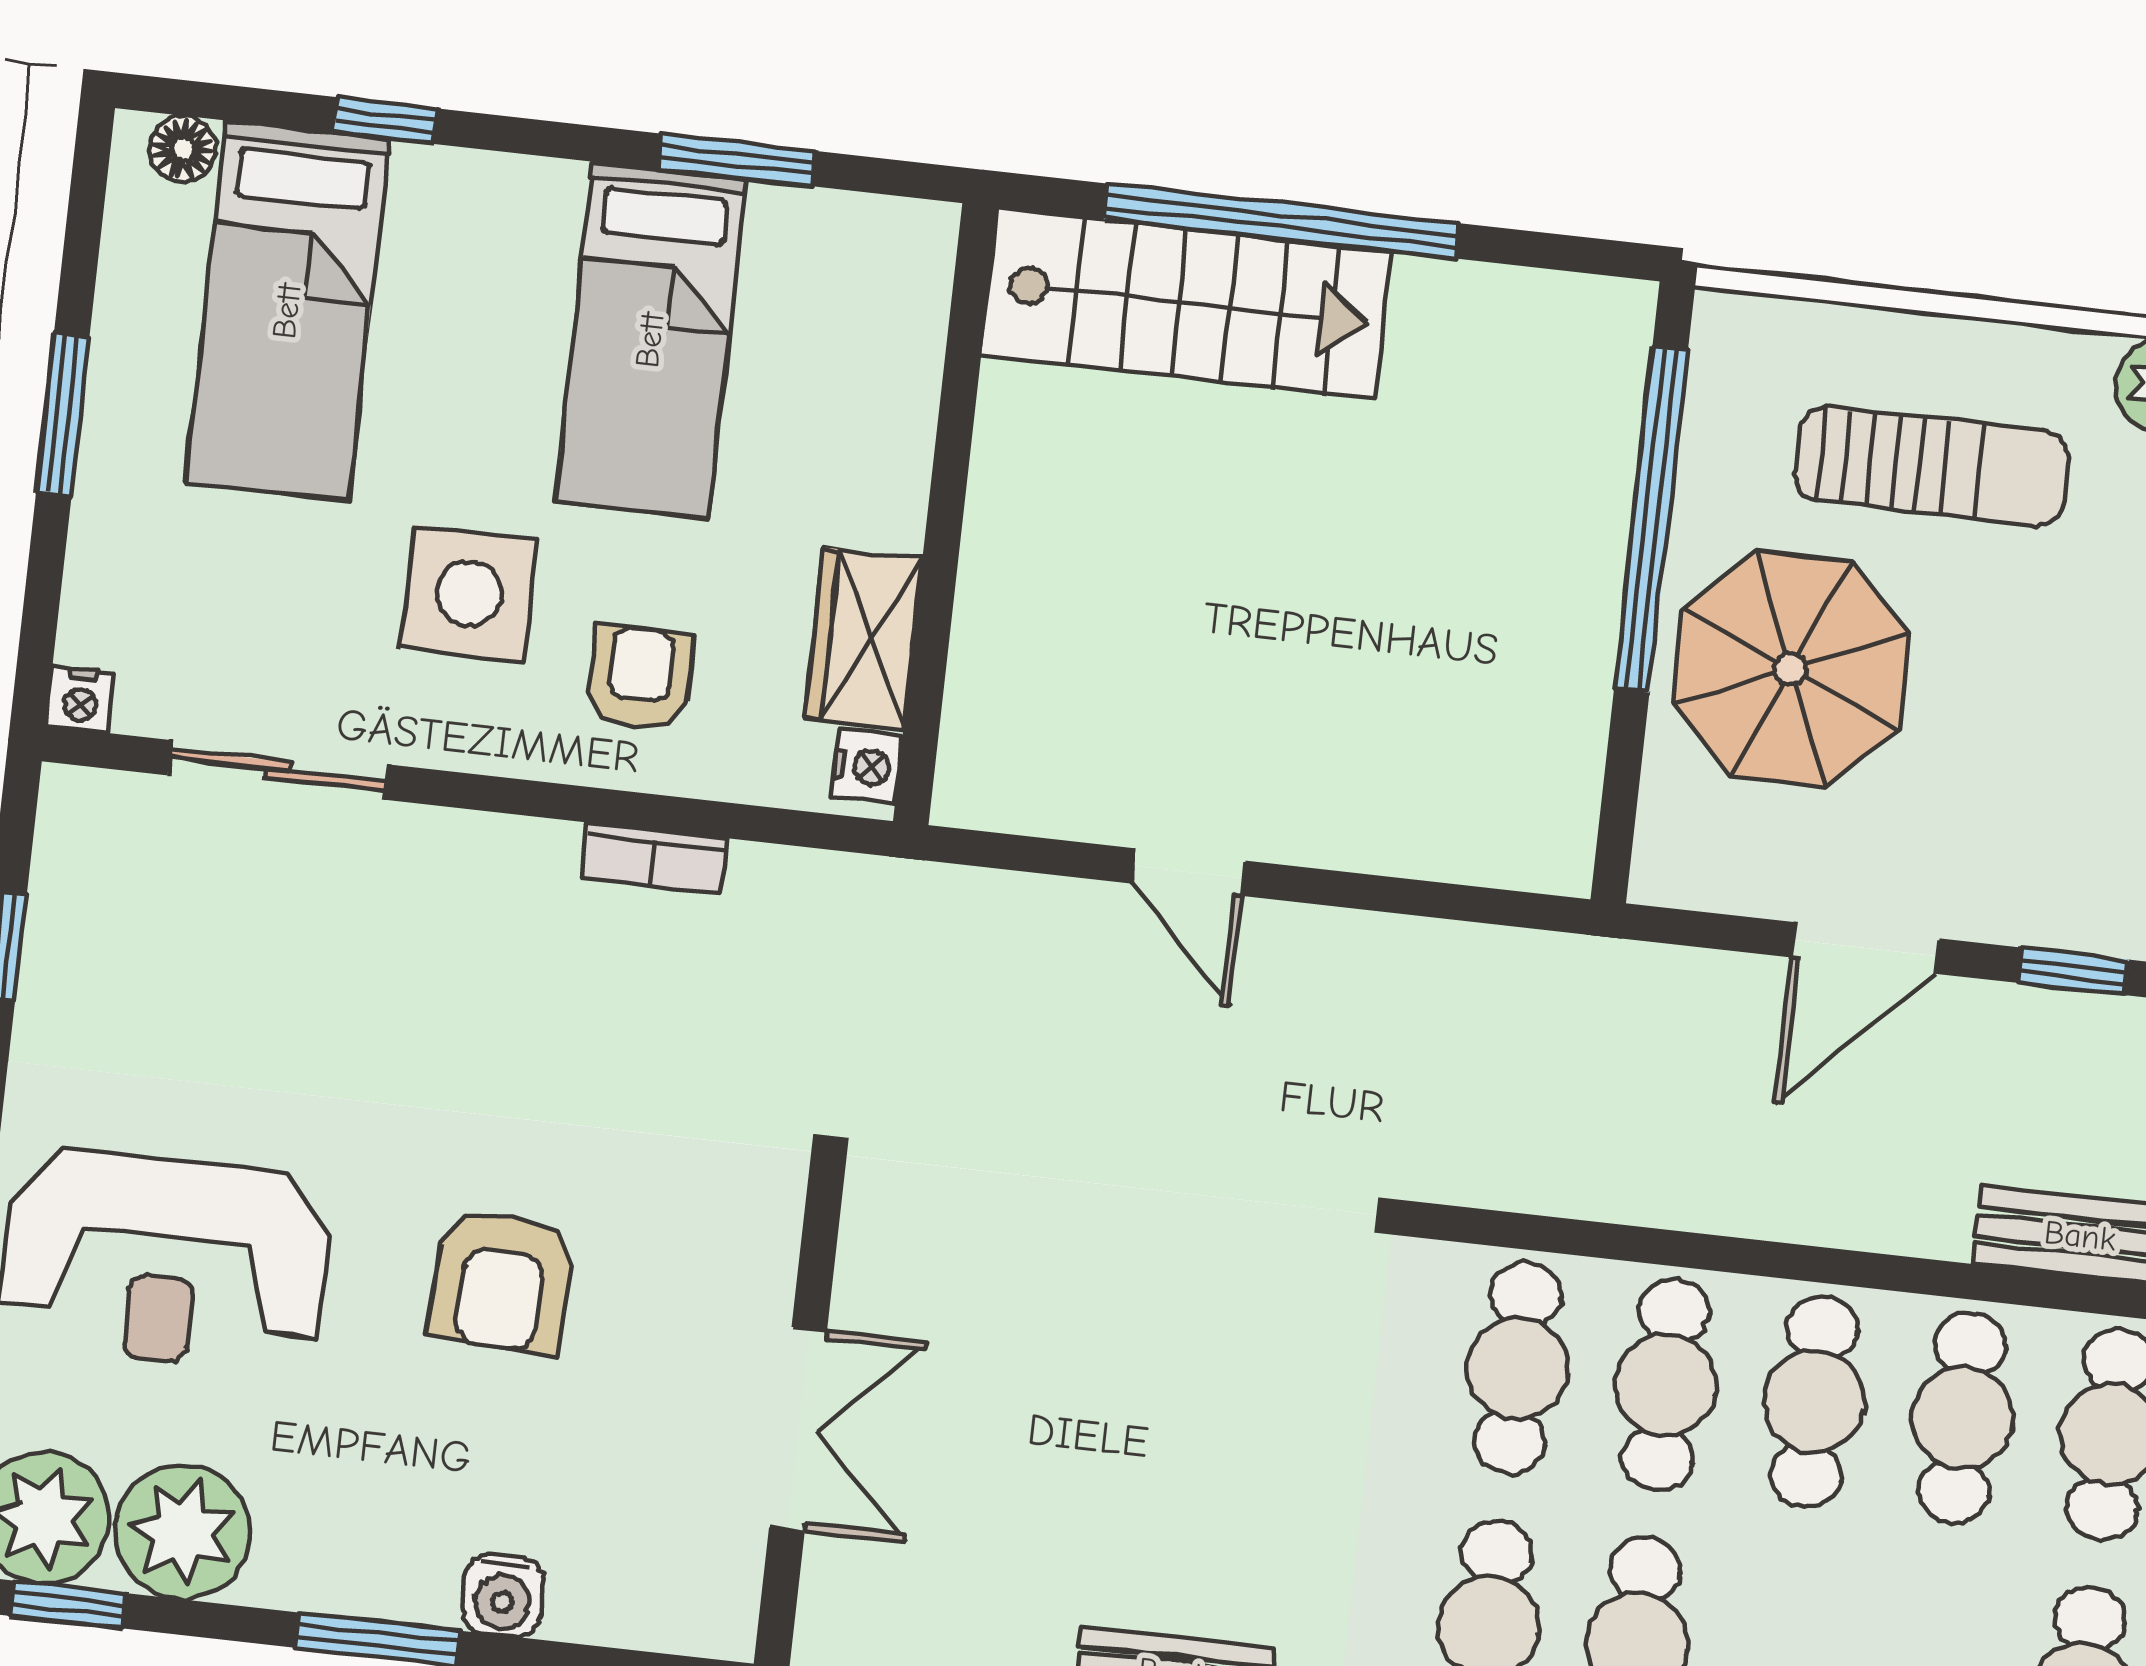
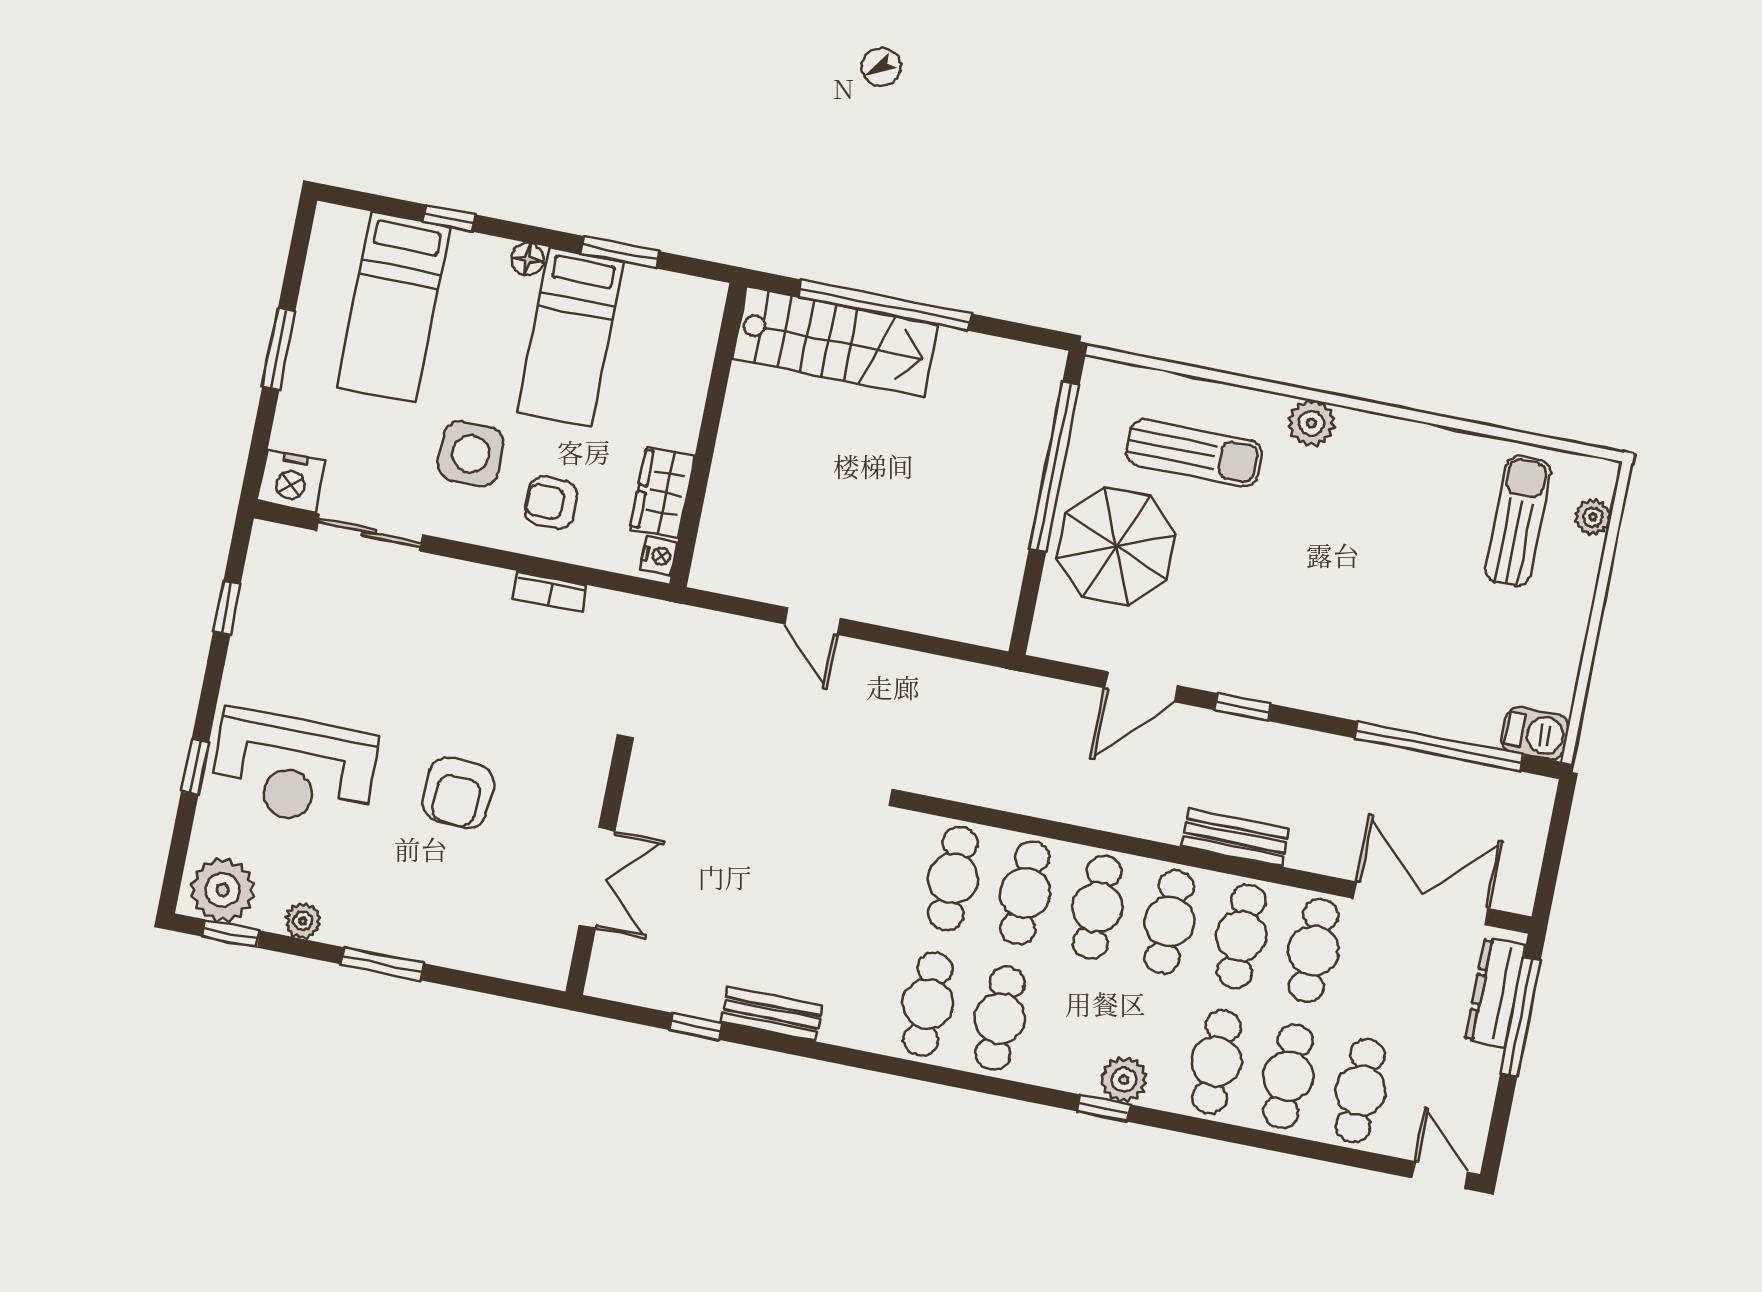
floor lamp: (183, 149) -> (527, 259), moved
armchair: (640, 678) -> (551, 503), turned -90
nightstand: (81, 700) -> (291, 481), width x1.89, depth x1.79
plant: (183, 1532) -> (303, 921), width x0.53, depth x0.53
water cooler: (503, 1596) -> (445, 947), removed

